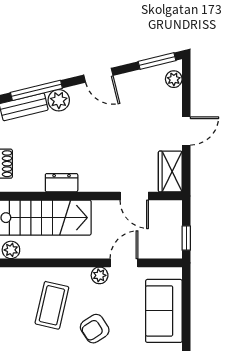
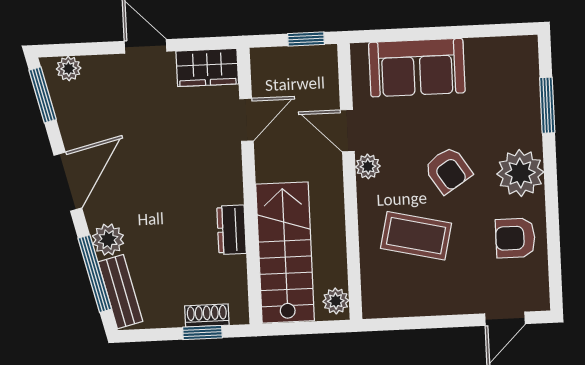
door: (98, 75) -> (68, 182), width x1.38

